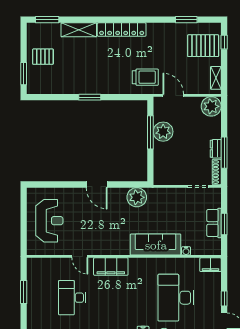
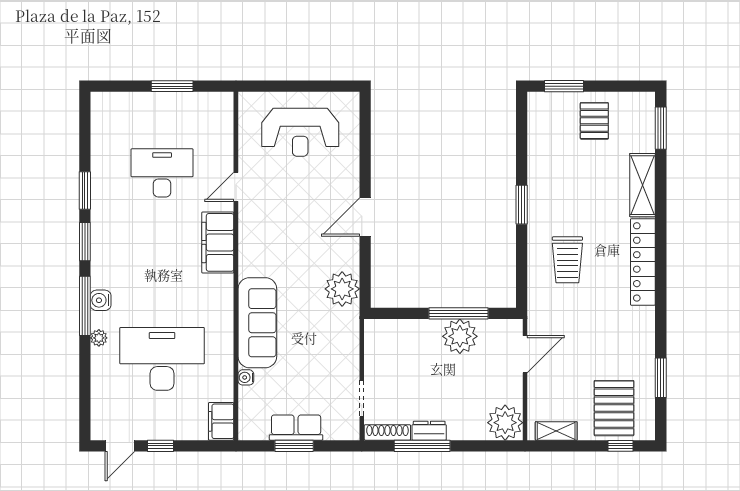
trolley: (145, 77) -> (567, 260), moved

